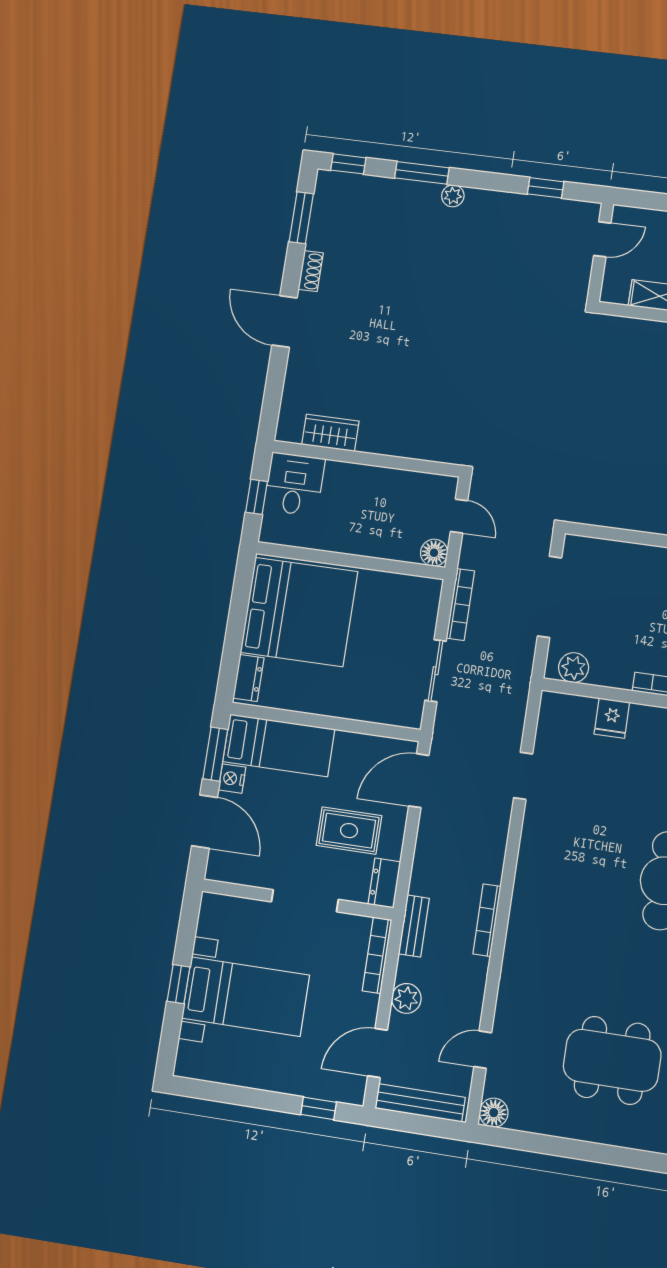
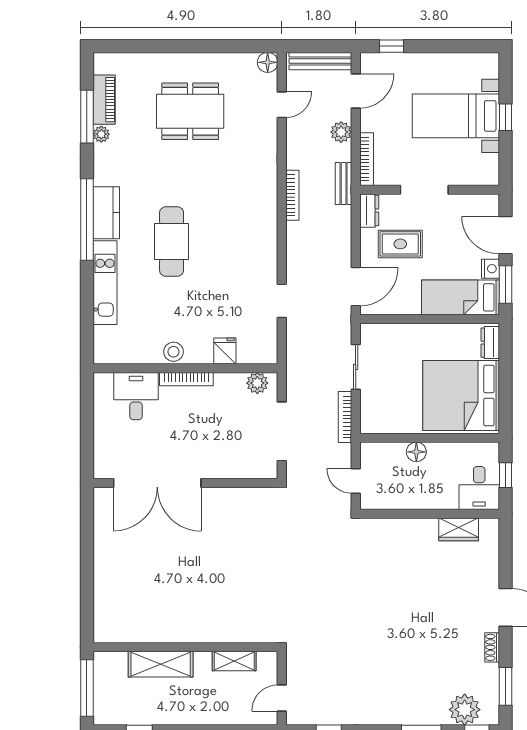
plant: (453, 196) -> (465, 710), moved, width x1.87, depth x1.87
floor lamp: (434, 553) -> (416, 452), moved

